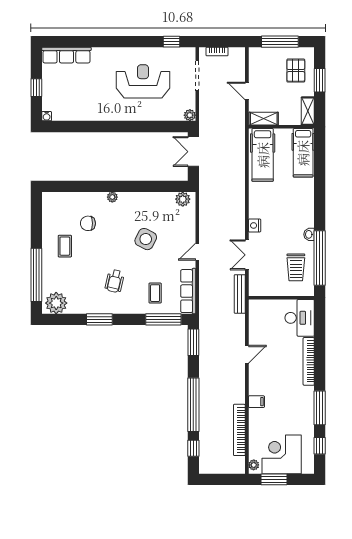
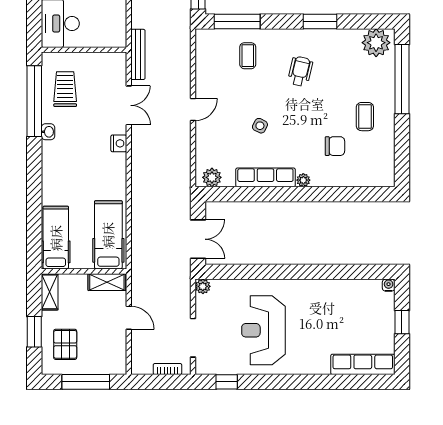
reception desk: (143, 81) -> (264, 330), turned 90
side table: (146, 239) -> (260, 126), width x0.54, depth x0.54
row of seats: (188, 291) -> (265, 177), moved, turned -90

